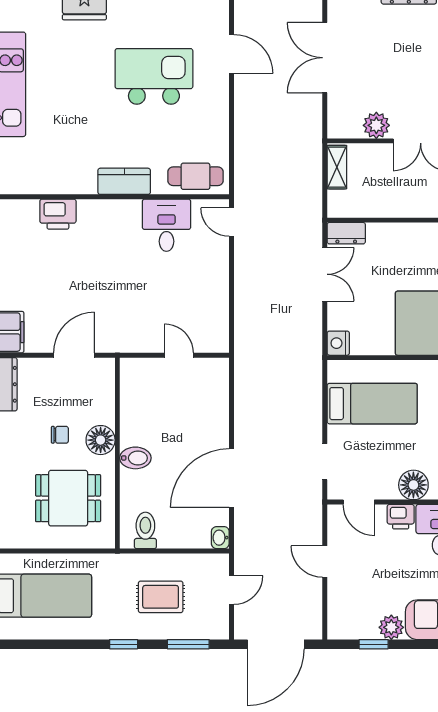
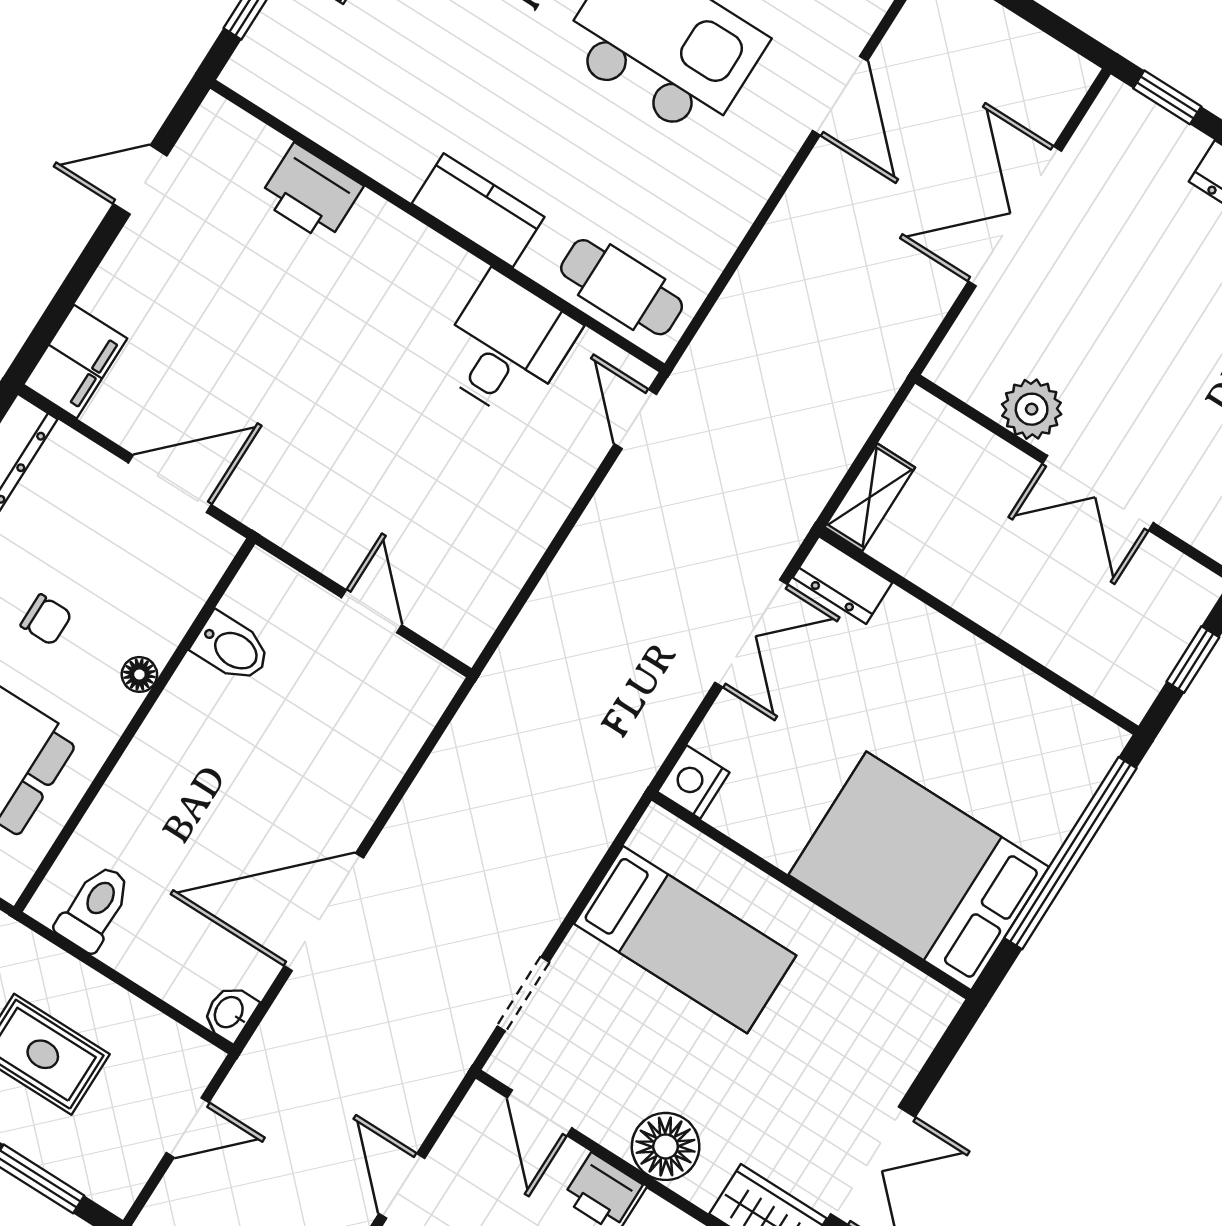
shelving: (337, 167) -> (870, 497), moved
floor lamp: (101, 440) -> (139, 674), width x0.53, depth x0.53
bidet: (135, 458) -> (232, 648), moved

